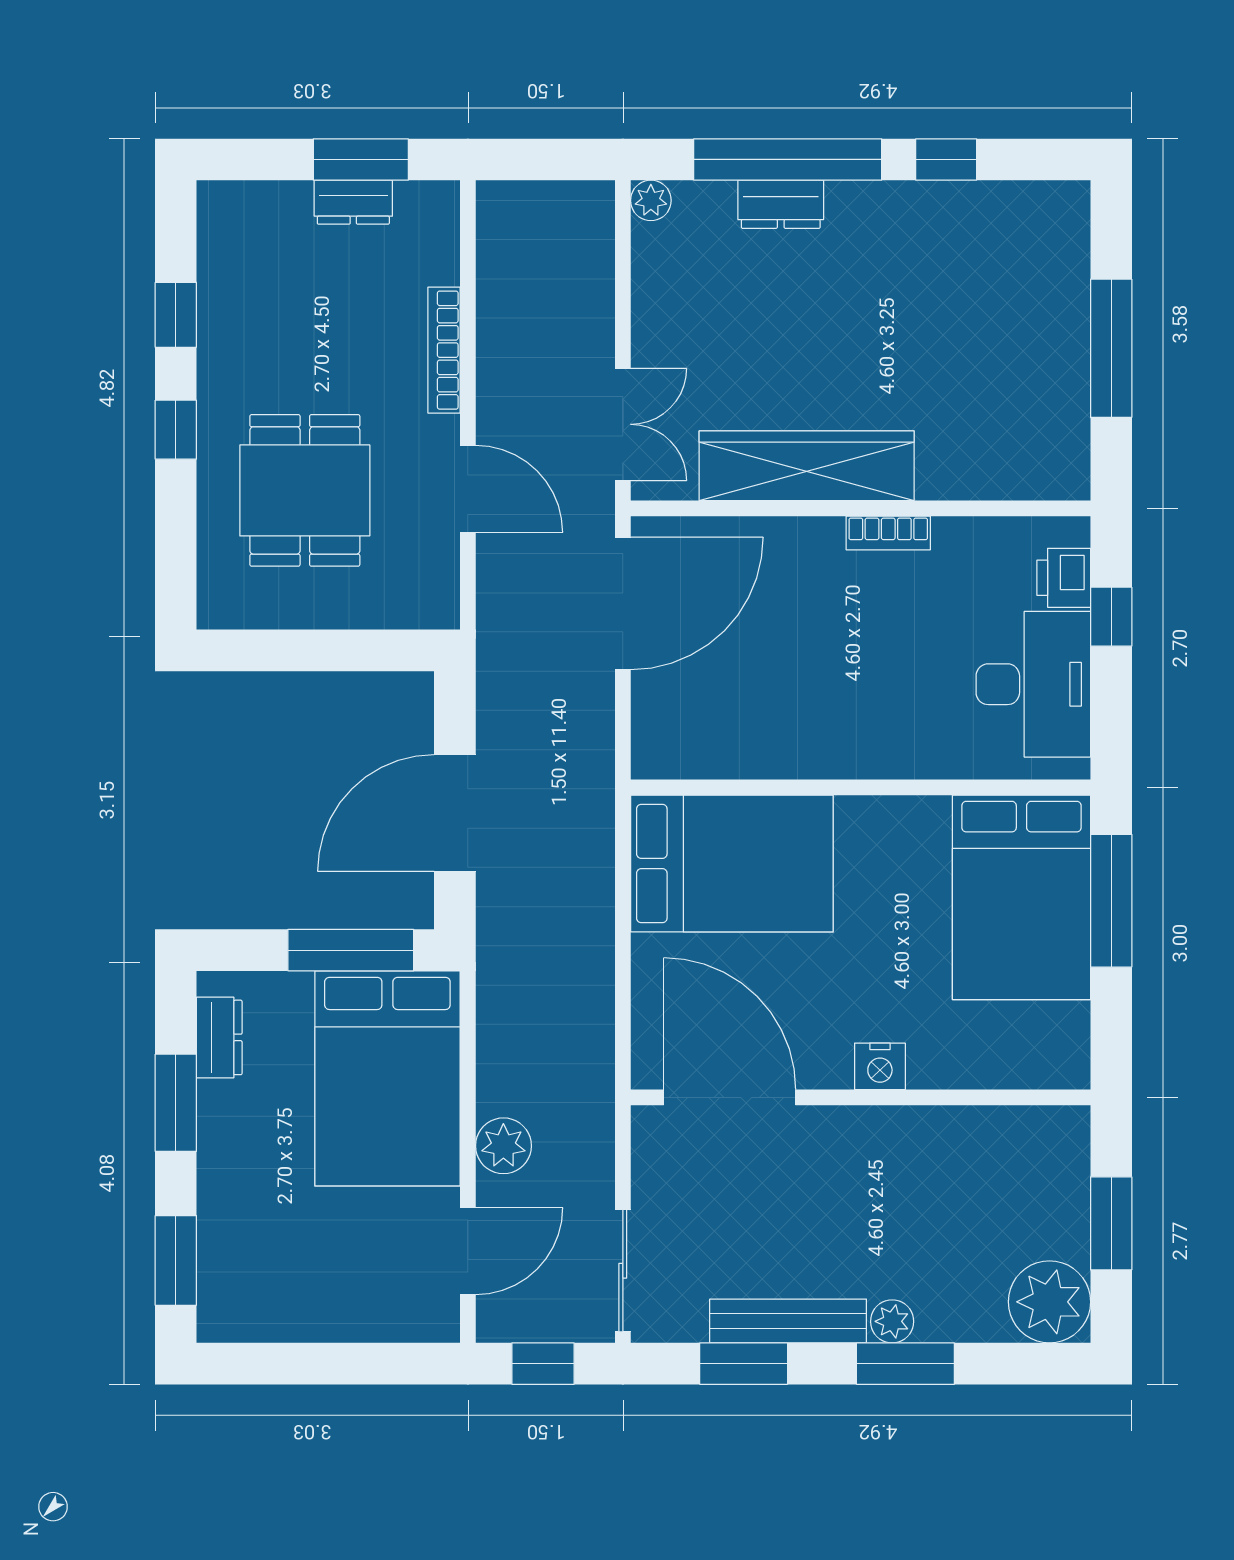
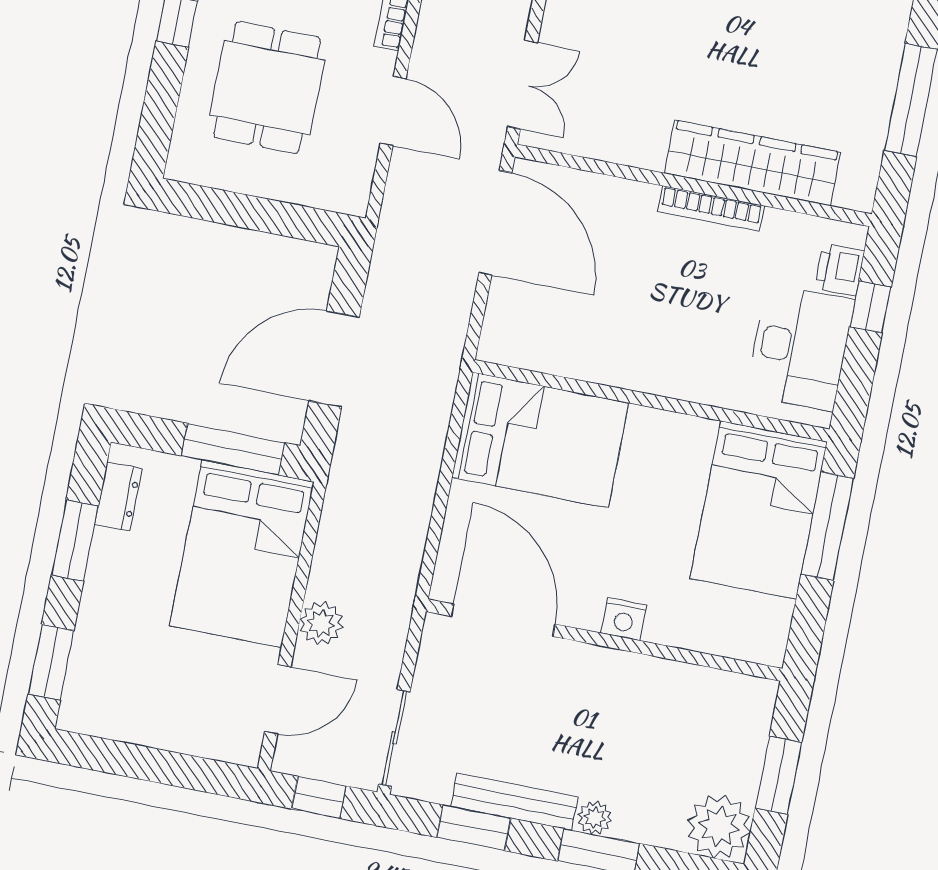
wardrobe: (807, 466) -> (752, 163), moved
bookcase: (888, 533) -> (711, 209), width x1.56
door: (623, 603) -> (495, 223), hinge flipped

